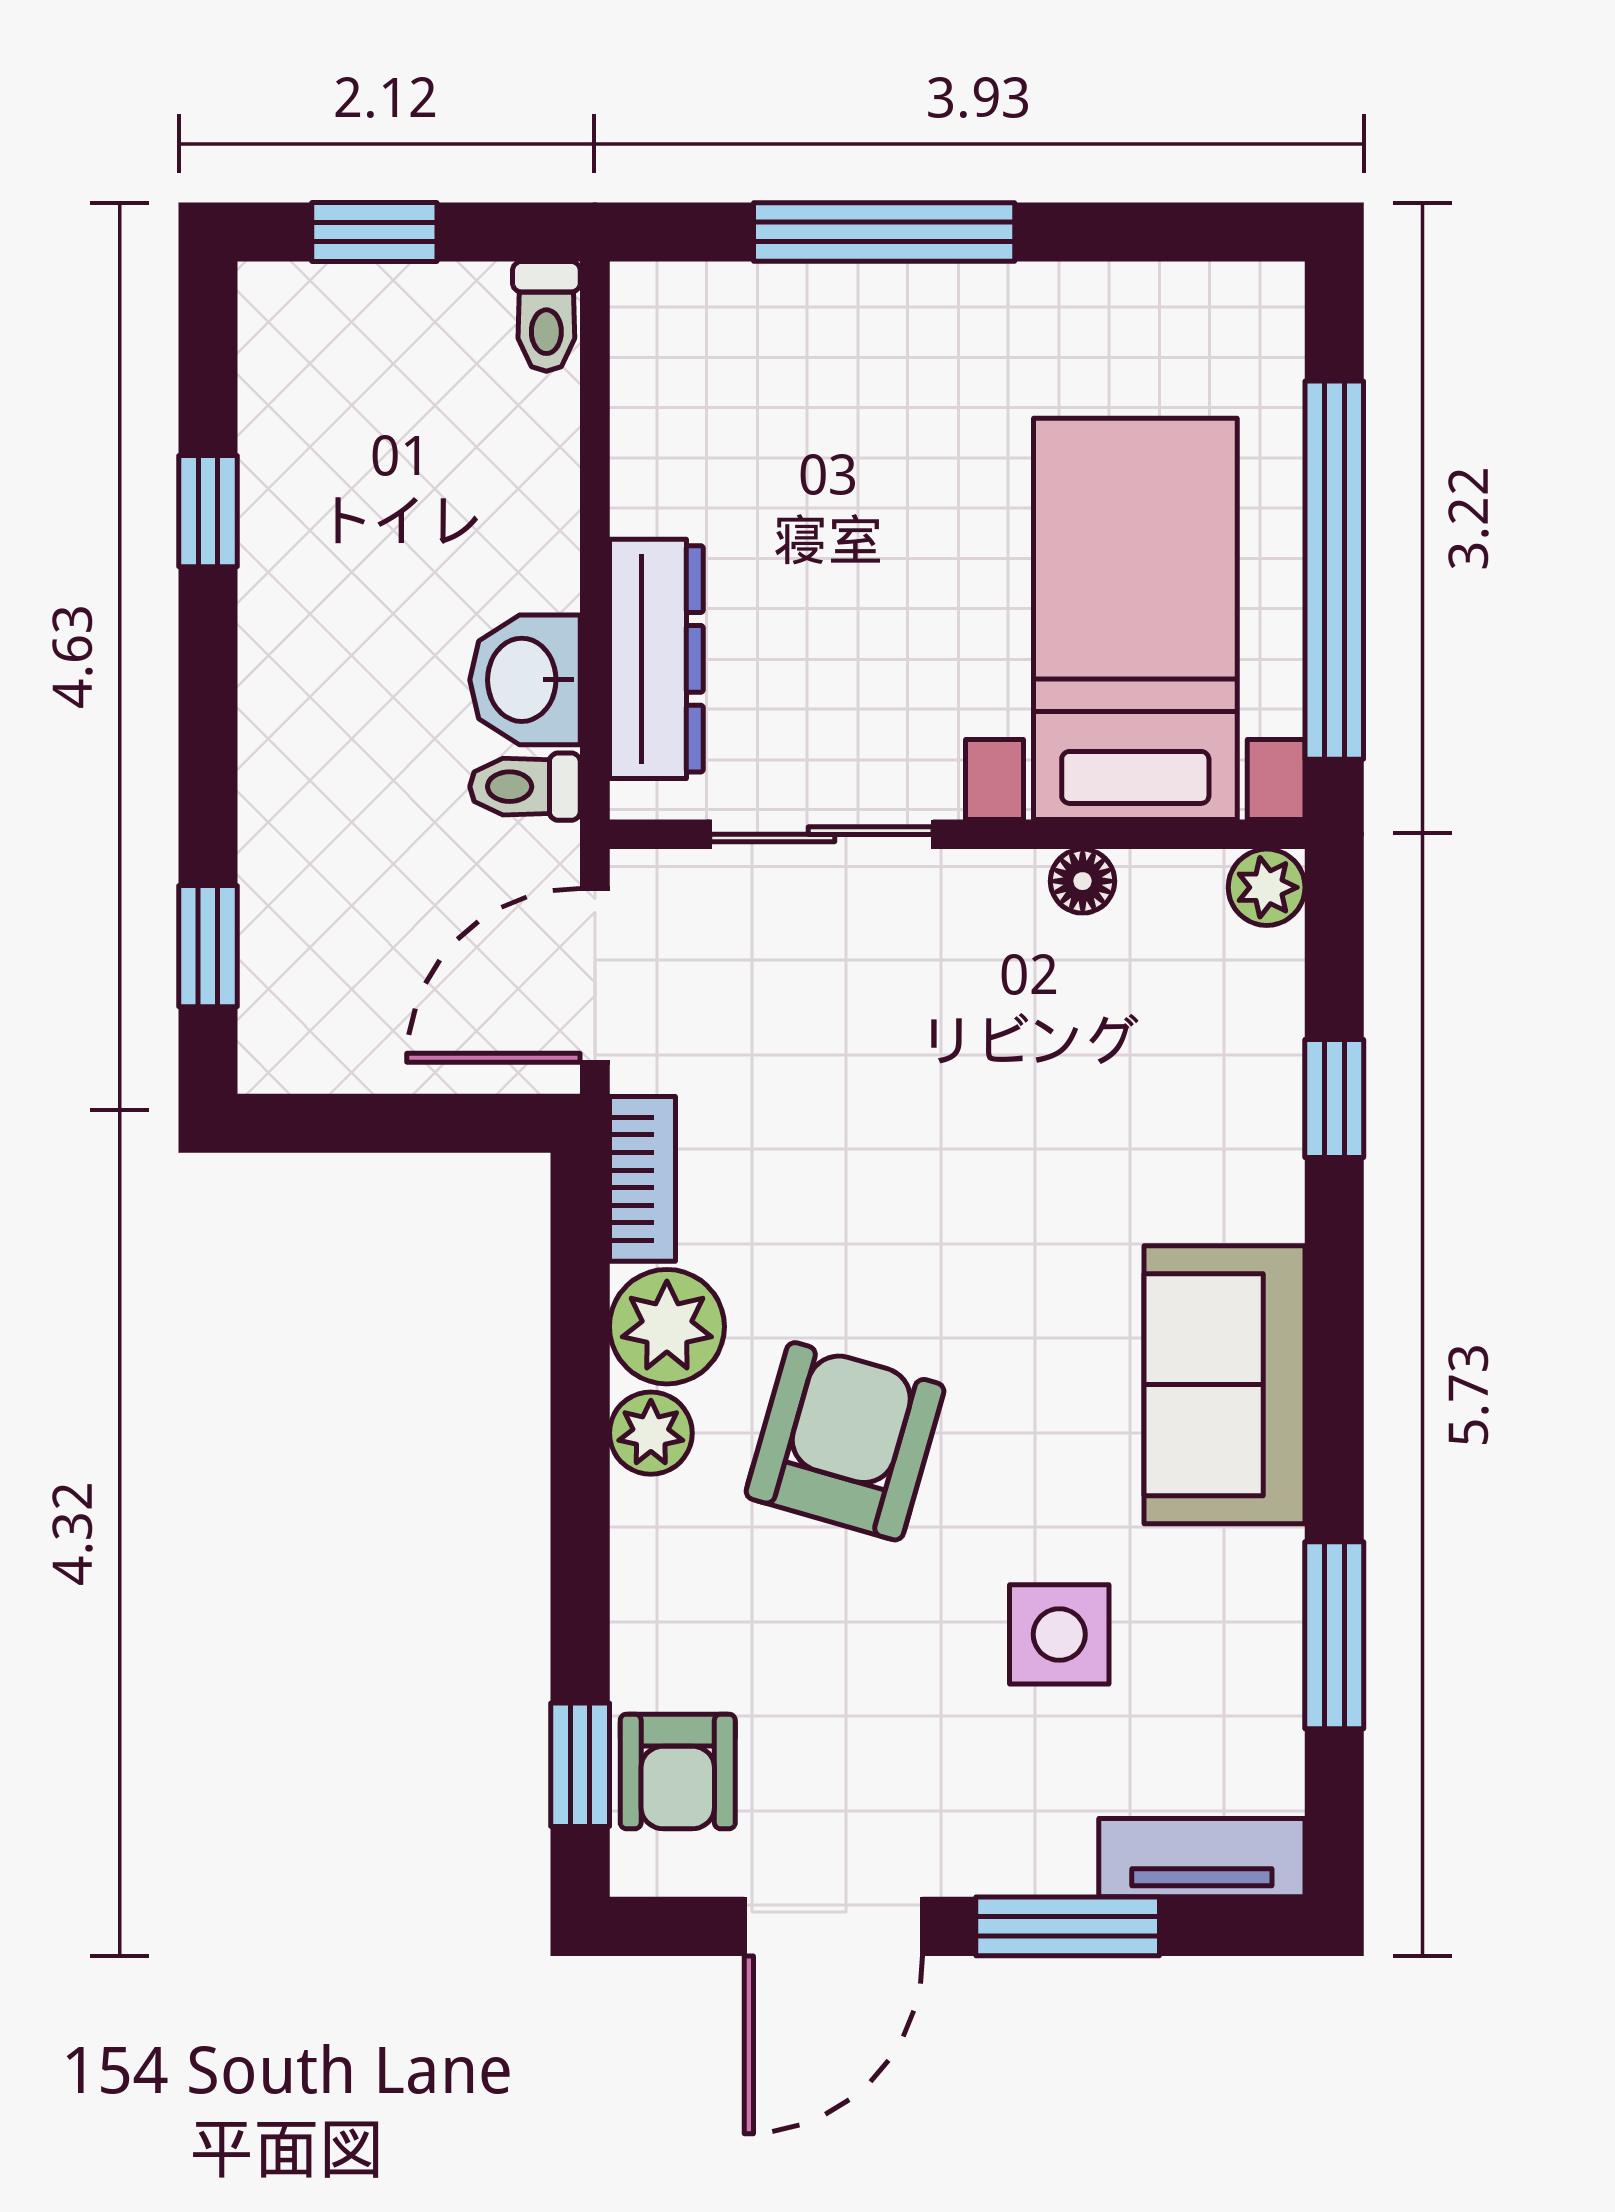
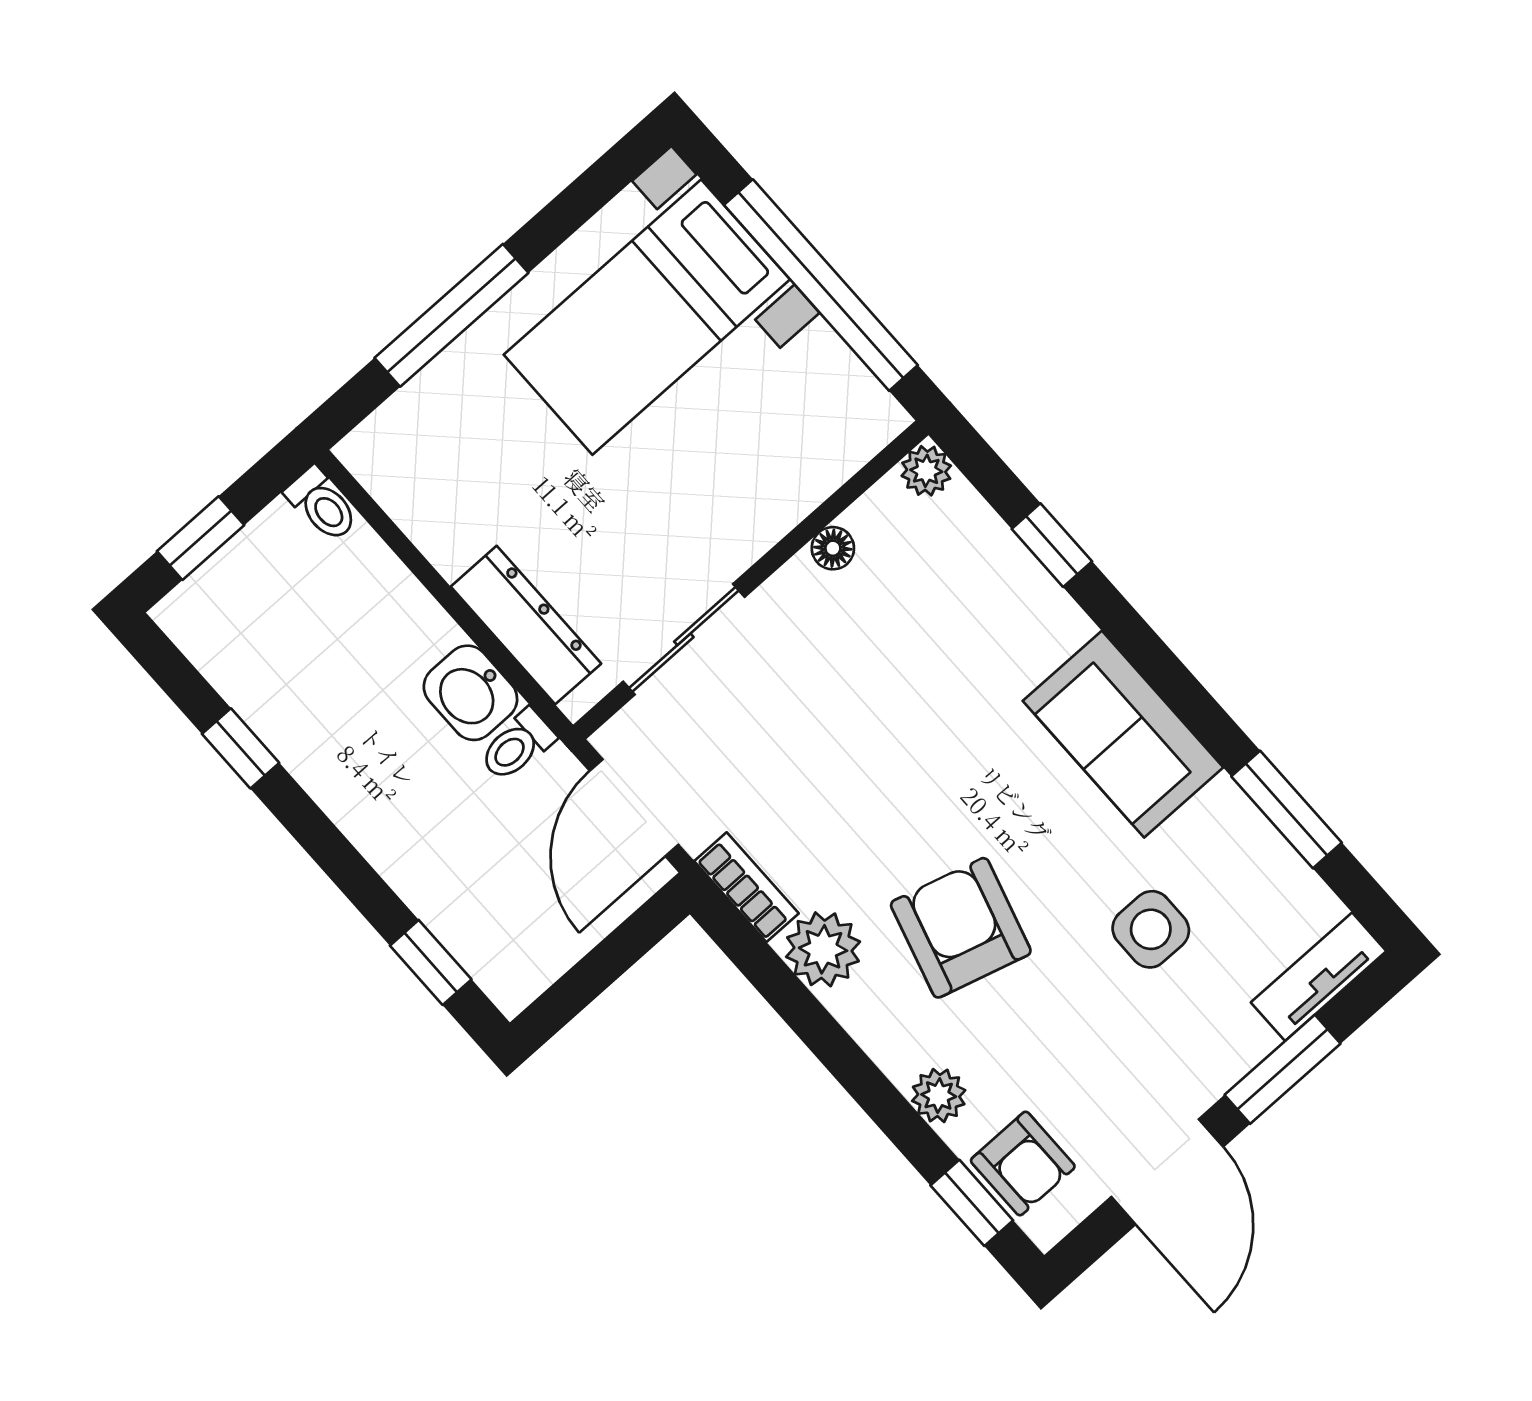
bed with nightstands: (1135, 619) -> (647, 317), moved, turned -90
plant: (651, 1433) -> (939, 1095), moved

